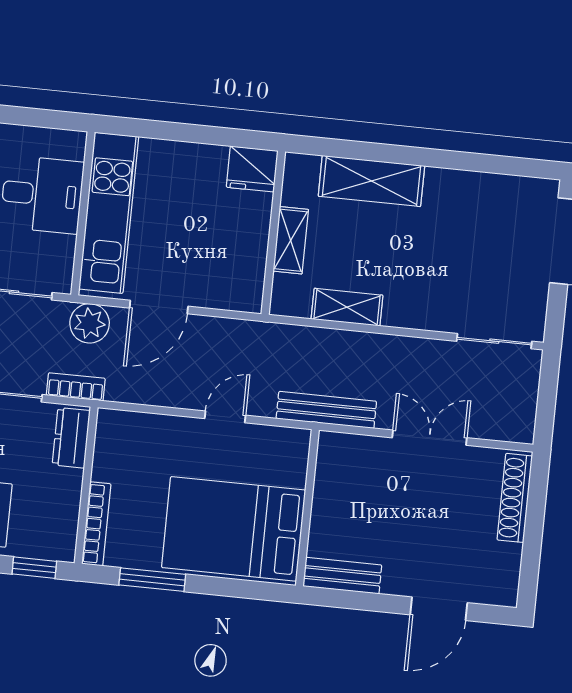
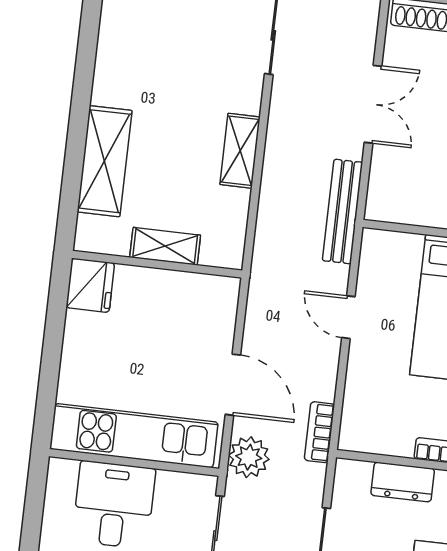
shelving: (347, 307) -> (240, 151), moved
bookcase: (76, 387) -> (319, 432), moved
dresser: (71, 438) -> (403, 482), moved
double door: (430, 438) -> (373, 104), swing flipped

